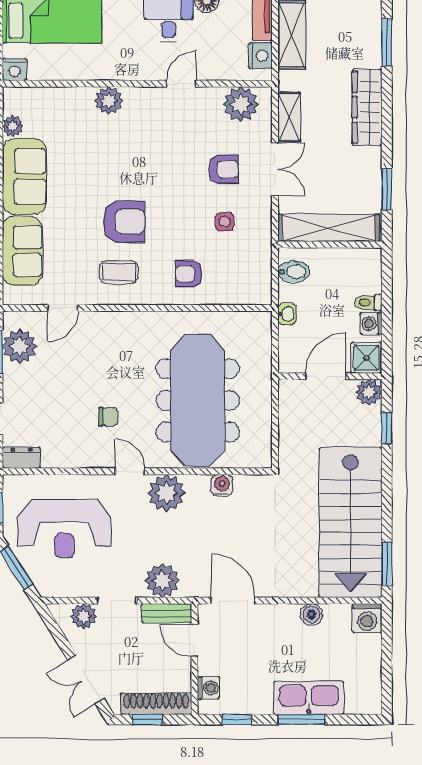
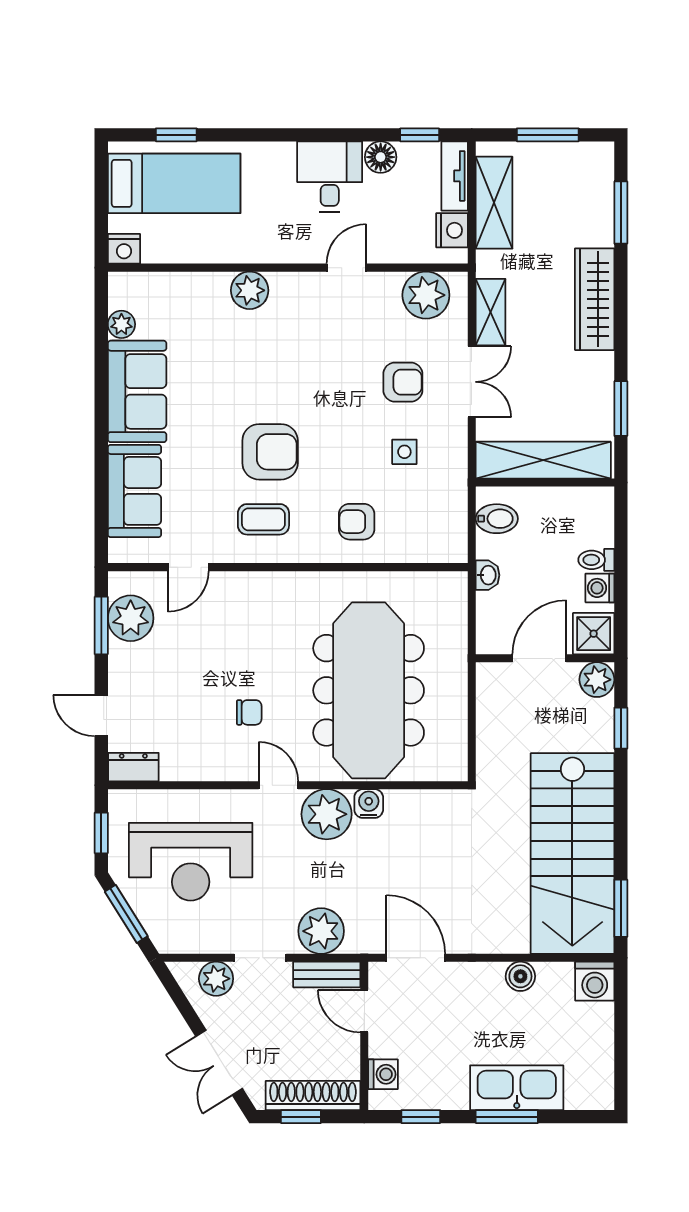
water cooler: (222, 485) -> (369, 804), moved

